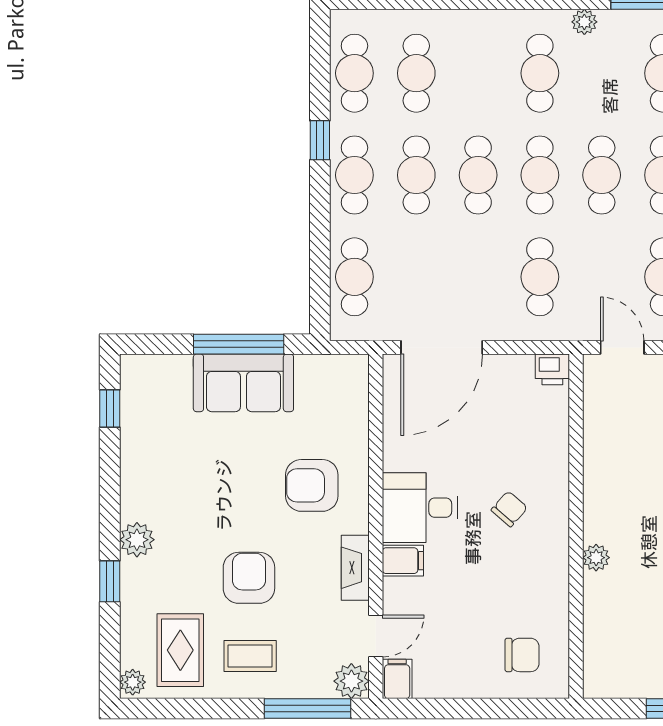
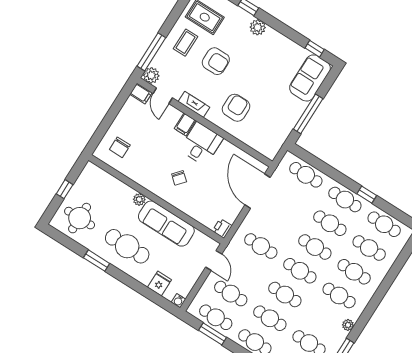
cafe table: (478, 73) -> (354, 272), added
door: (622, 347) -> (214, 261), hinge flipped
sofa: (243, 383) -> (310, 78), moved
sofa: (609, 479) -> (166, 224), added

